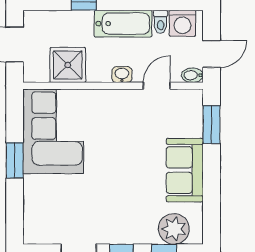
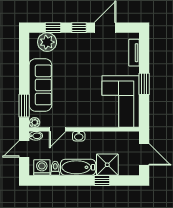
shower: (68, 65) -> (107, 165), moved
plant: (194, 97) -> (35, 122), added
sofa: (185, 170) -> (40, 85), width x1.36
tv unit: (31, 212) -> (134, 53), added

